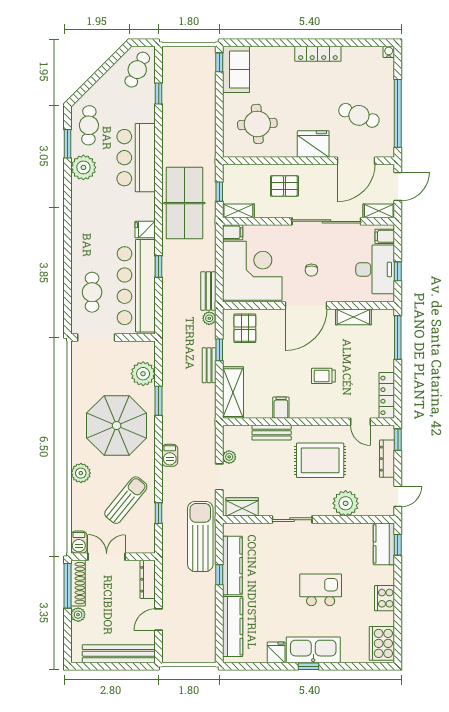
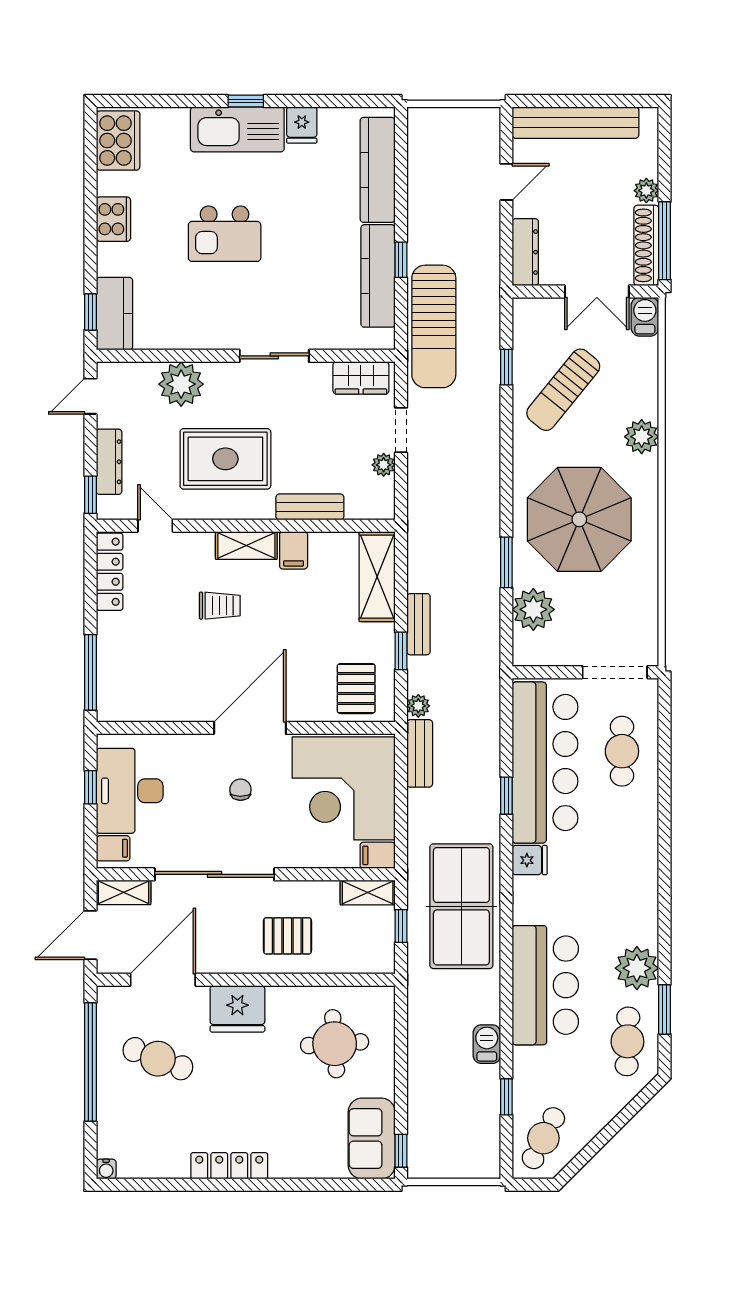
shelving: (353, 317) -> (246, 545), moved
barbecue: (170, 455) -> (487, 1044), moved

